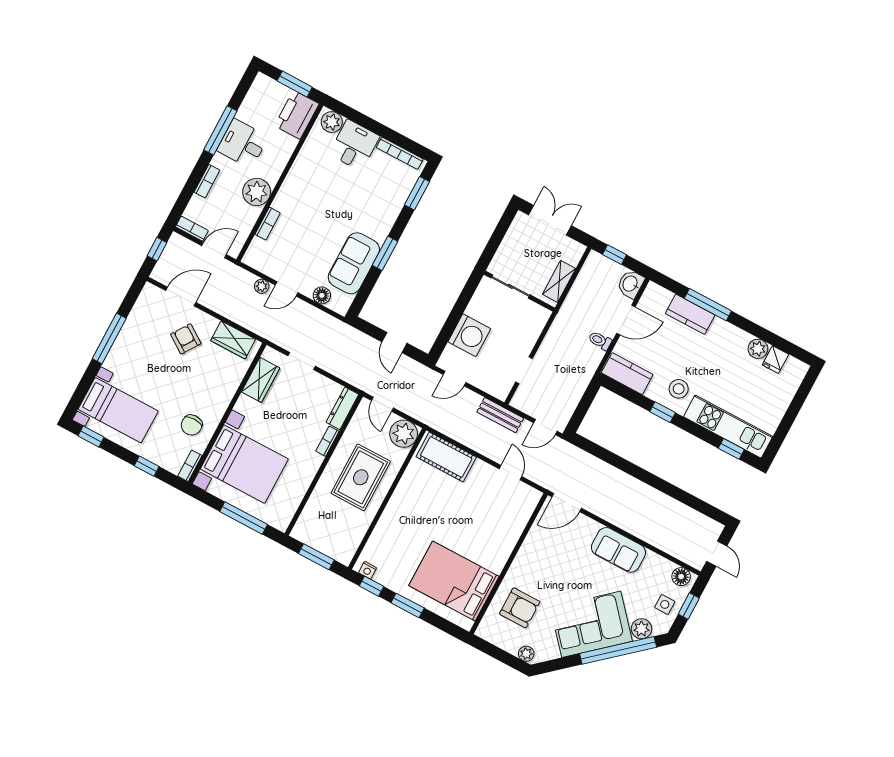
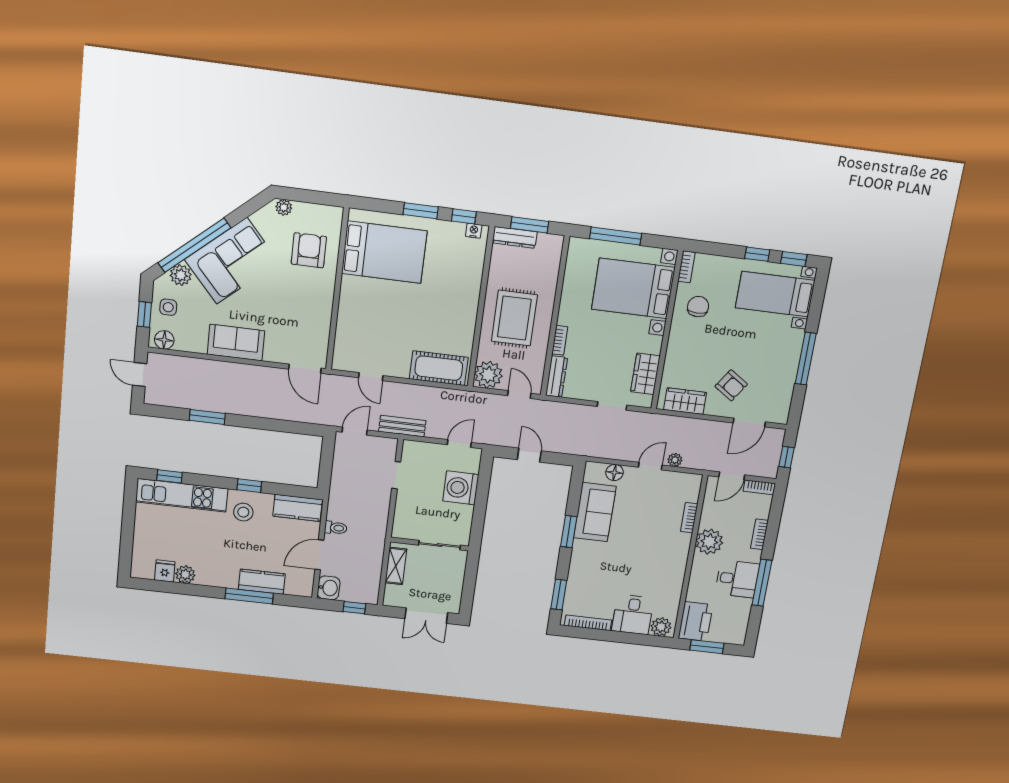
window: (147, 466) -> (757, 254), moved
window: (673, 491) -> (207, 417), added
door: (567, 503) -> (305, 369), swing flipped
dresser: (334, 550) -> (515, 237), added
armchair: (520, 608) -> (309, 250), turned 90

